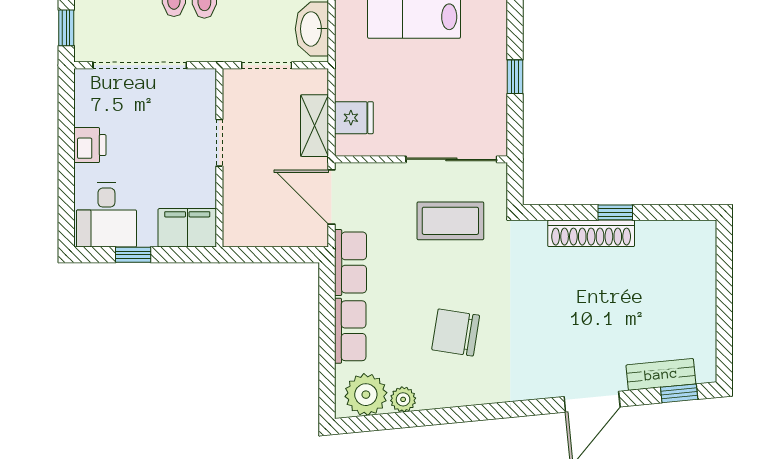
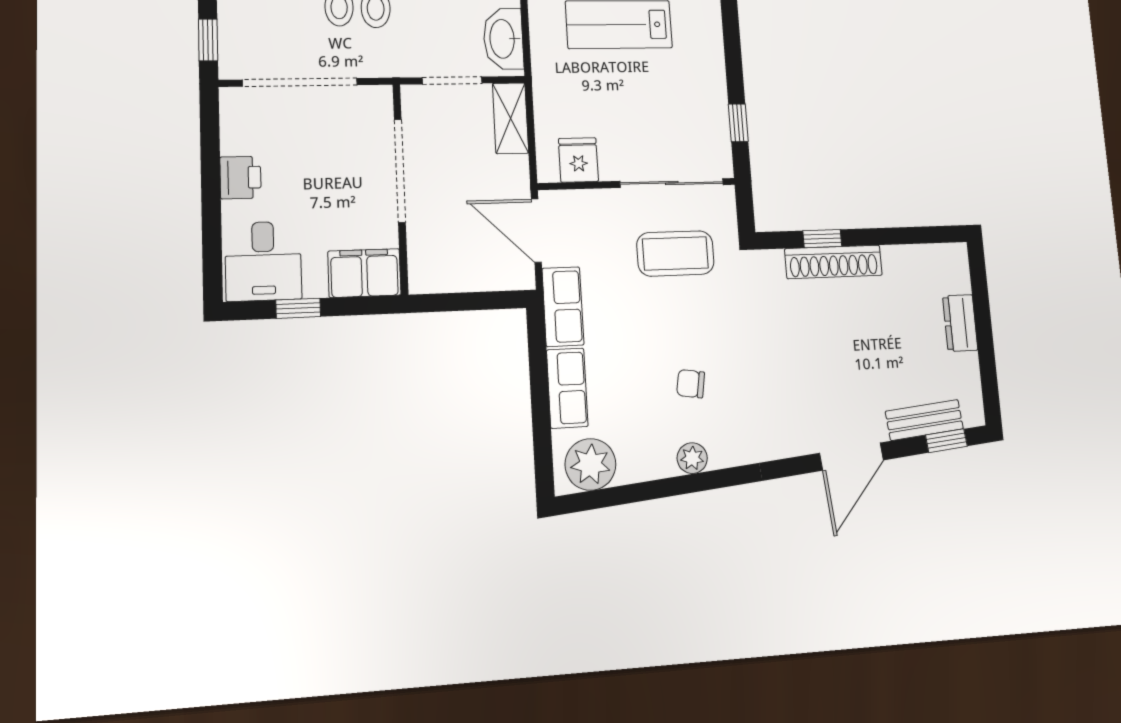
window: (515, 77) -> (738, 123), moved
fridge: (354, 118) -> (578, 160), moved, turned -90
shelving: (315, 126) -> (511, 118), moved
doorway: (219, 143) -> (400, 171), width x1.88
window: (615, 212) -> (822, 239), moved
dresser: (703, 292) -> (960, 323), added
chair: (456, 333) -> (691, 384), width x0.54, depth x0.54
plant: (403, 399) -> (692, 458), moved

